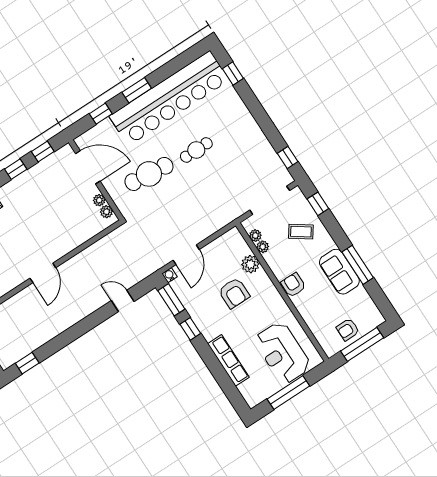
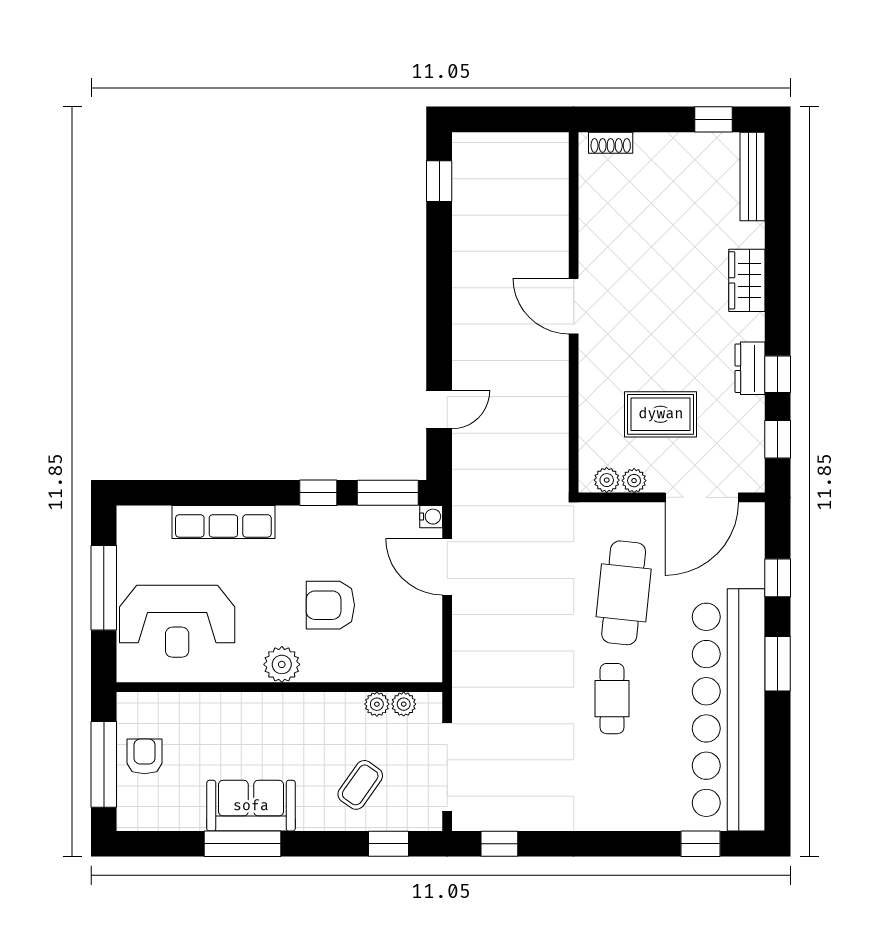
dresser: (21, 182) -> (750, 368), added
rug: (64, 207) -> (661, 414), added
plant: (250, 264) -> (282, 664), moved
armchair: (293, 285) -> (279, 714), removed
reception desk: (282, 353) -> (177, 621), turned 180

